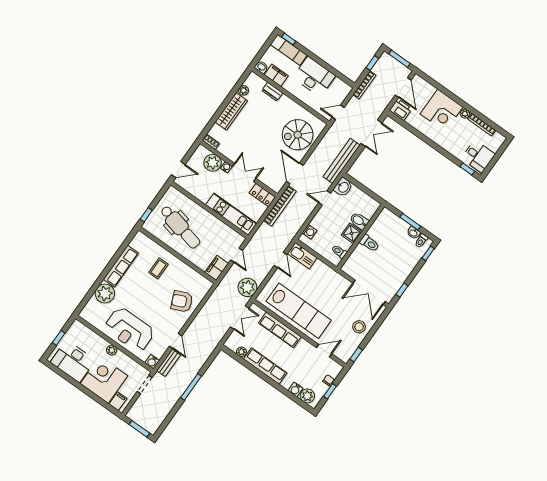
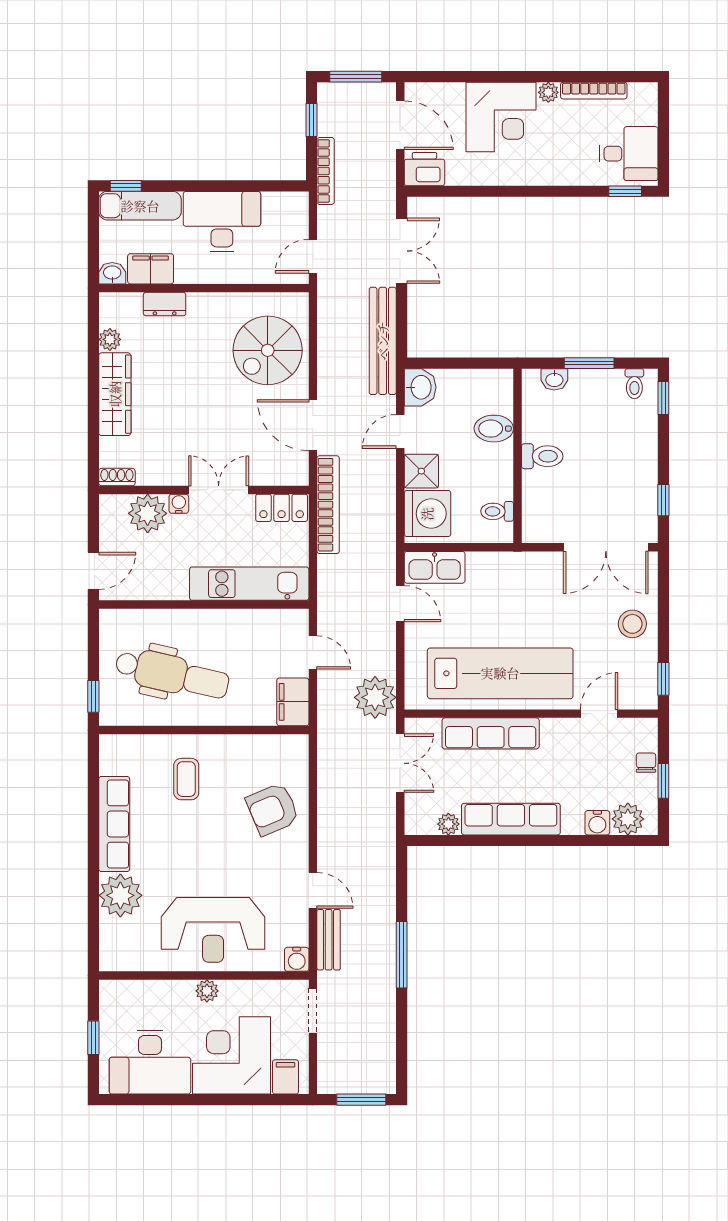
washing machine: (310, 232) -> (427, 514), width x1.89, depth x1.89
shower: (352, 233) -> (421, 471), moved
washbasin: (413, 233) -> (554, 379), moved

